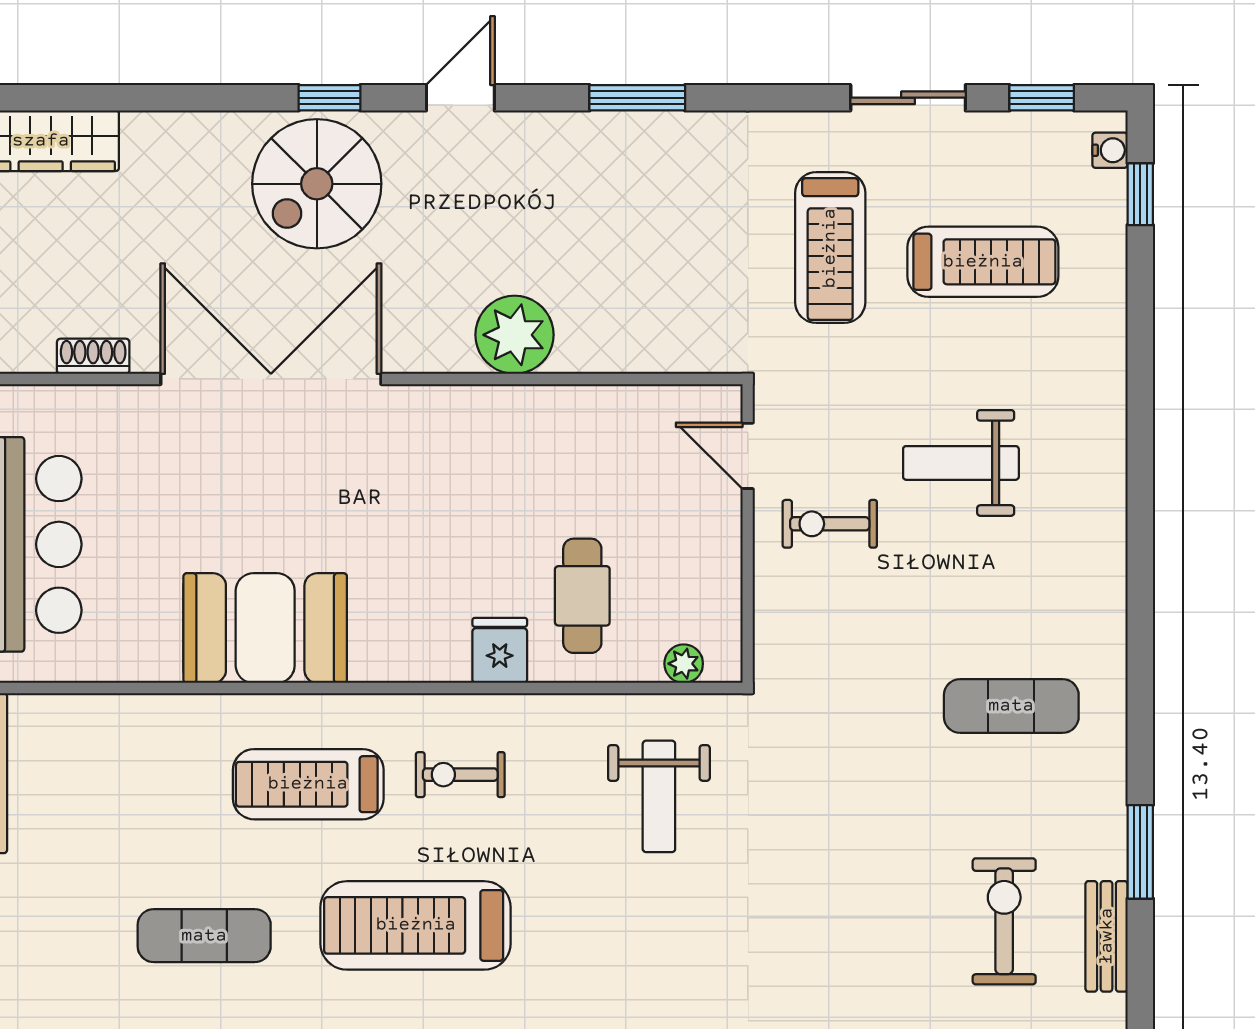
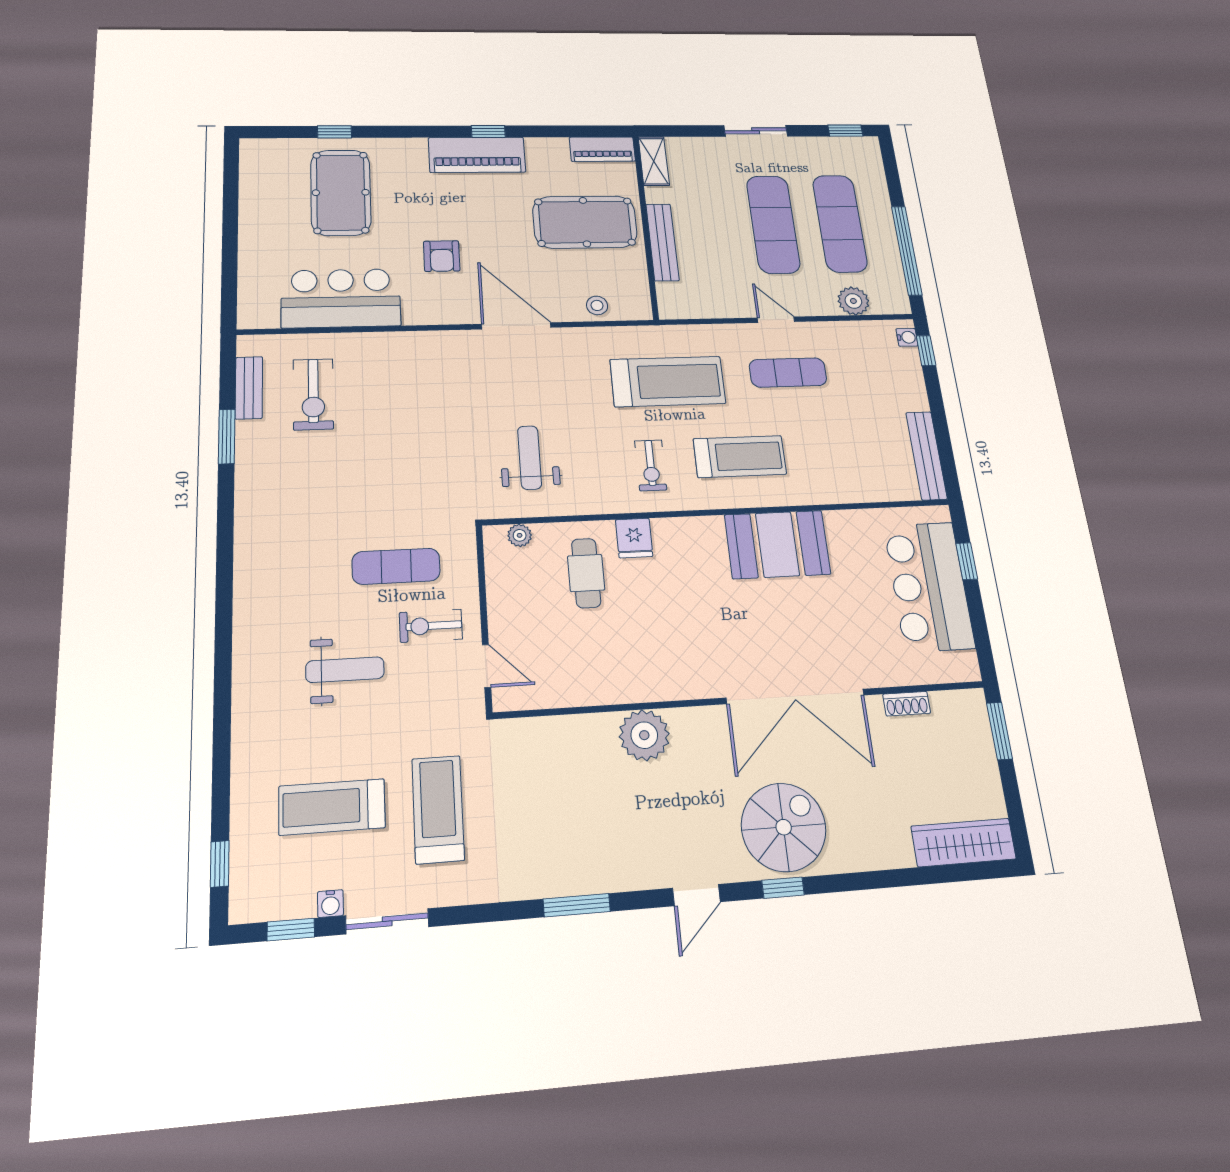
water cooler: (1110, 150) -> (330, 904), moved, turned -90
exercise bike: (830, 524) -> (431, 626), turned 180
exercise mat: (1011, 706) -> (396, 566), moved
exercise bike: (460, 775) -> (651, 465), turned 90

